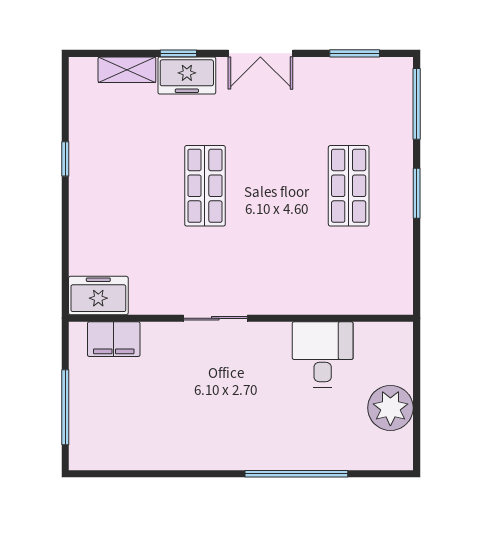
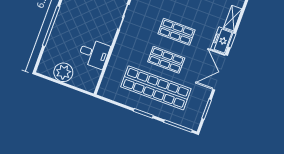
double door: (260, 53) -> (220, 72), width x1.37
shop shelf: (277, 186) -> (166, 60), added
shop shelf: (349, 186) -> (156, 88), width x2.00, depth x1.36

